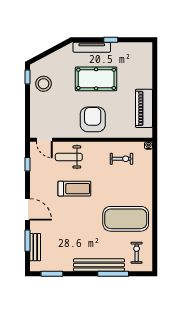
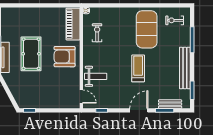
stool: (44, 84) -> (35, 97), removed
piano: (144, 108) -> (73, 24), moved, turned 90
door: (44, 140) -> (81, 97), hinge flipped
weight bench: (69, 157) -> (96, 76), turned -90
treadmill: (74, 189) -> (138, 68), moved
bench: (99, 265) -> (185, 68), moved

